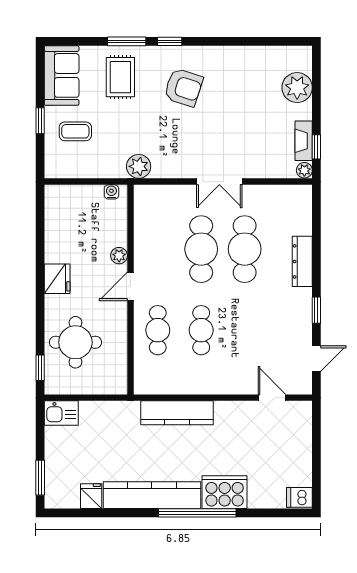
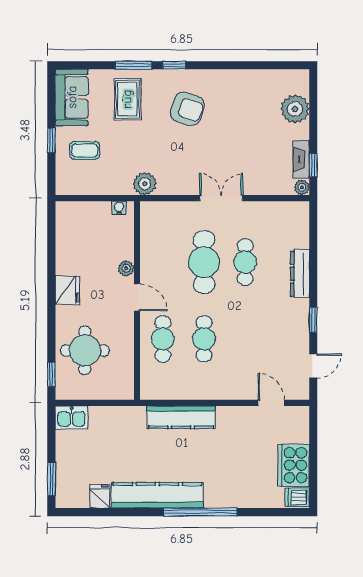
double door: (219, 182) -> (221, 198), swing flipped
cafe table: (245, 249) -> (245, 262), width x0.73, depth x0.74
door: (130, 286) -> (137, 297), swing flipped
cooker: (225, 492) -> (294, 465), moved, turned -90

